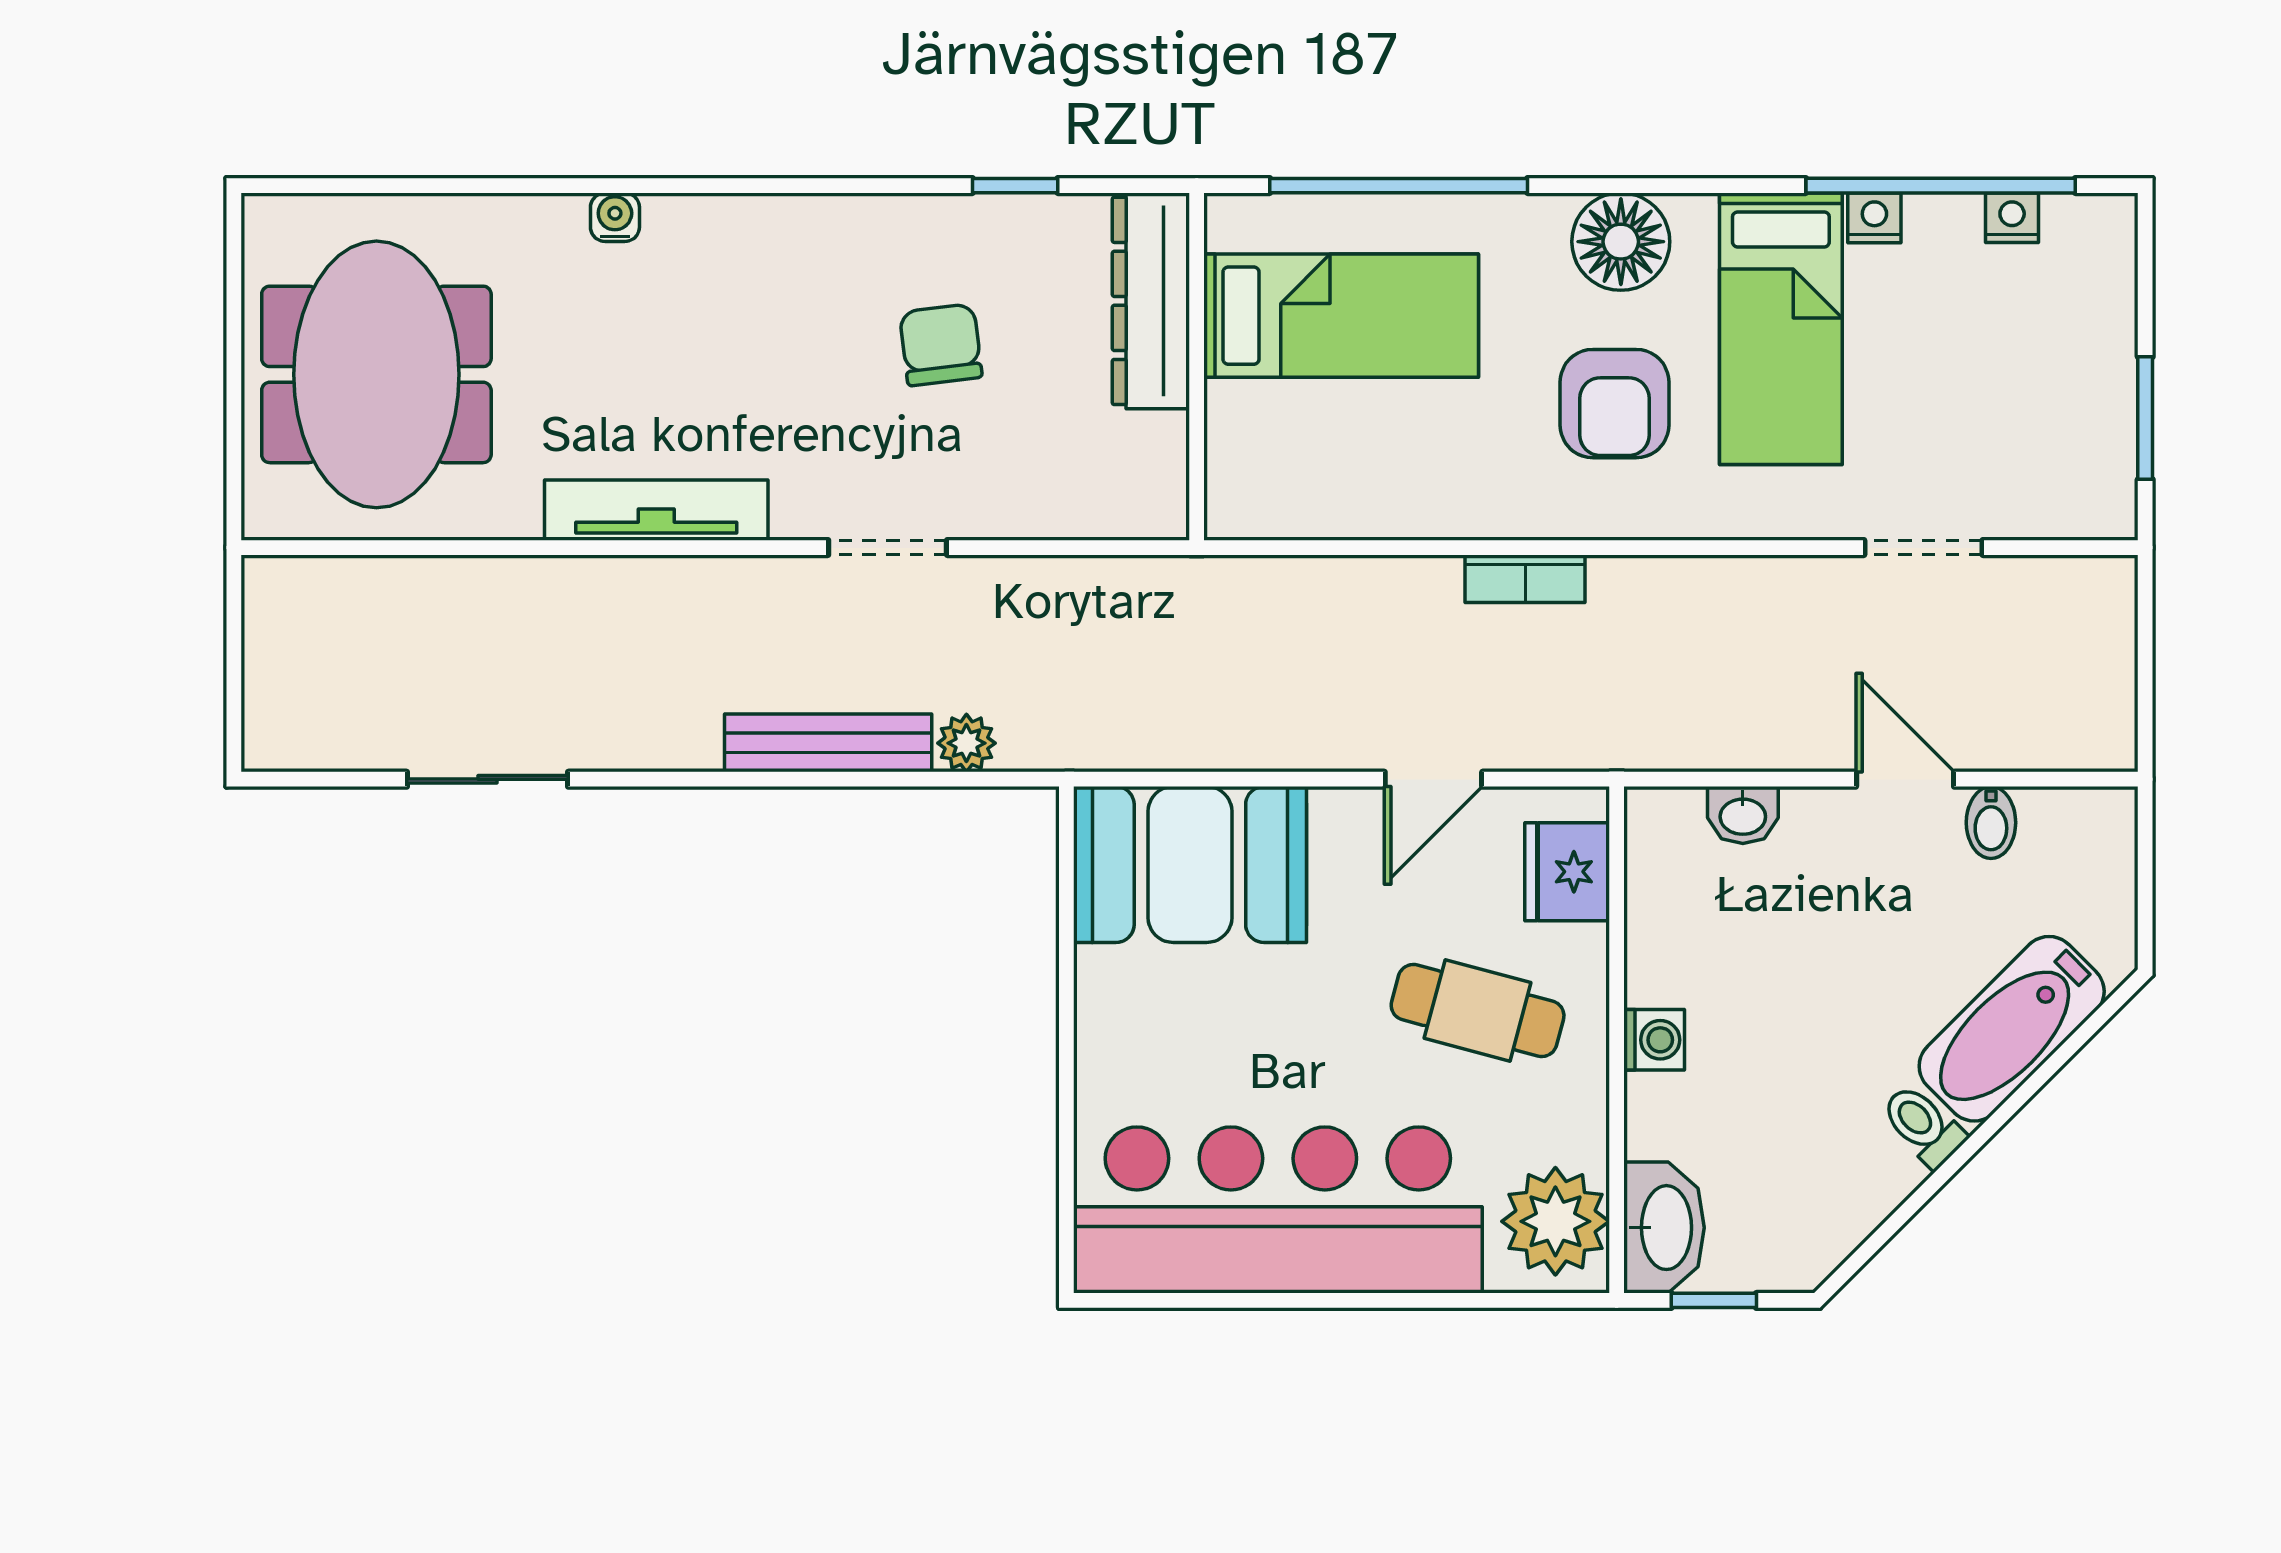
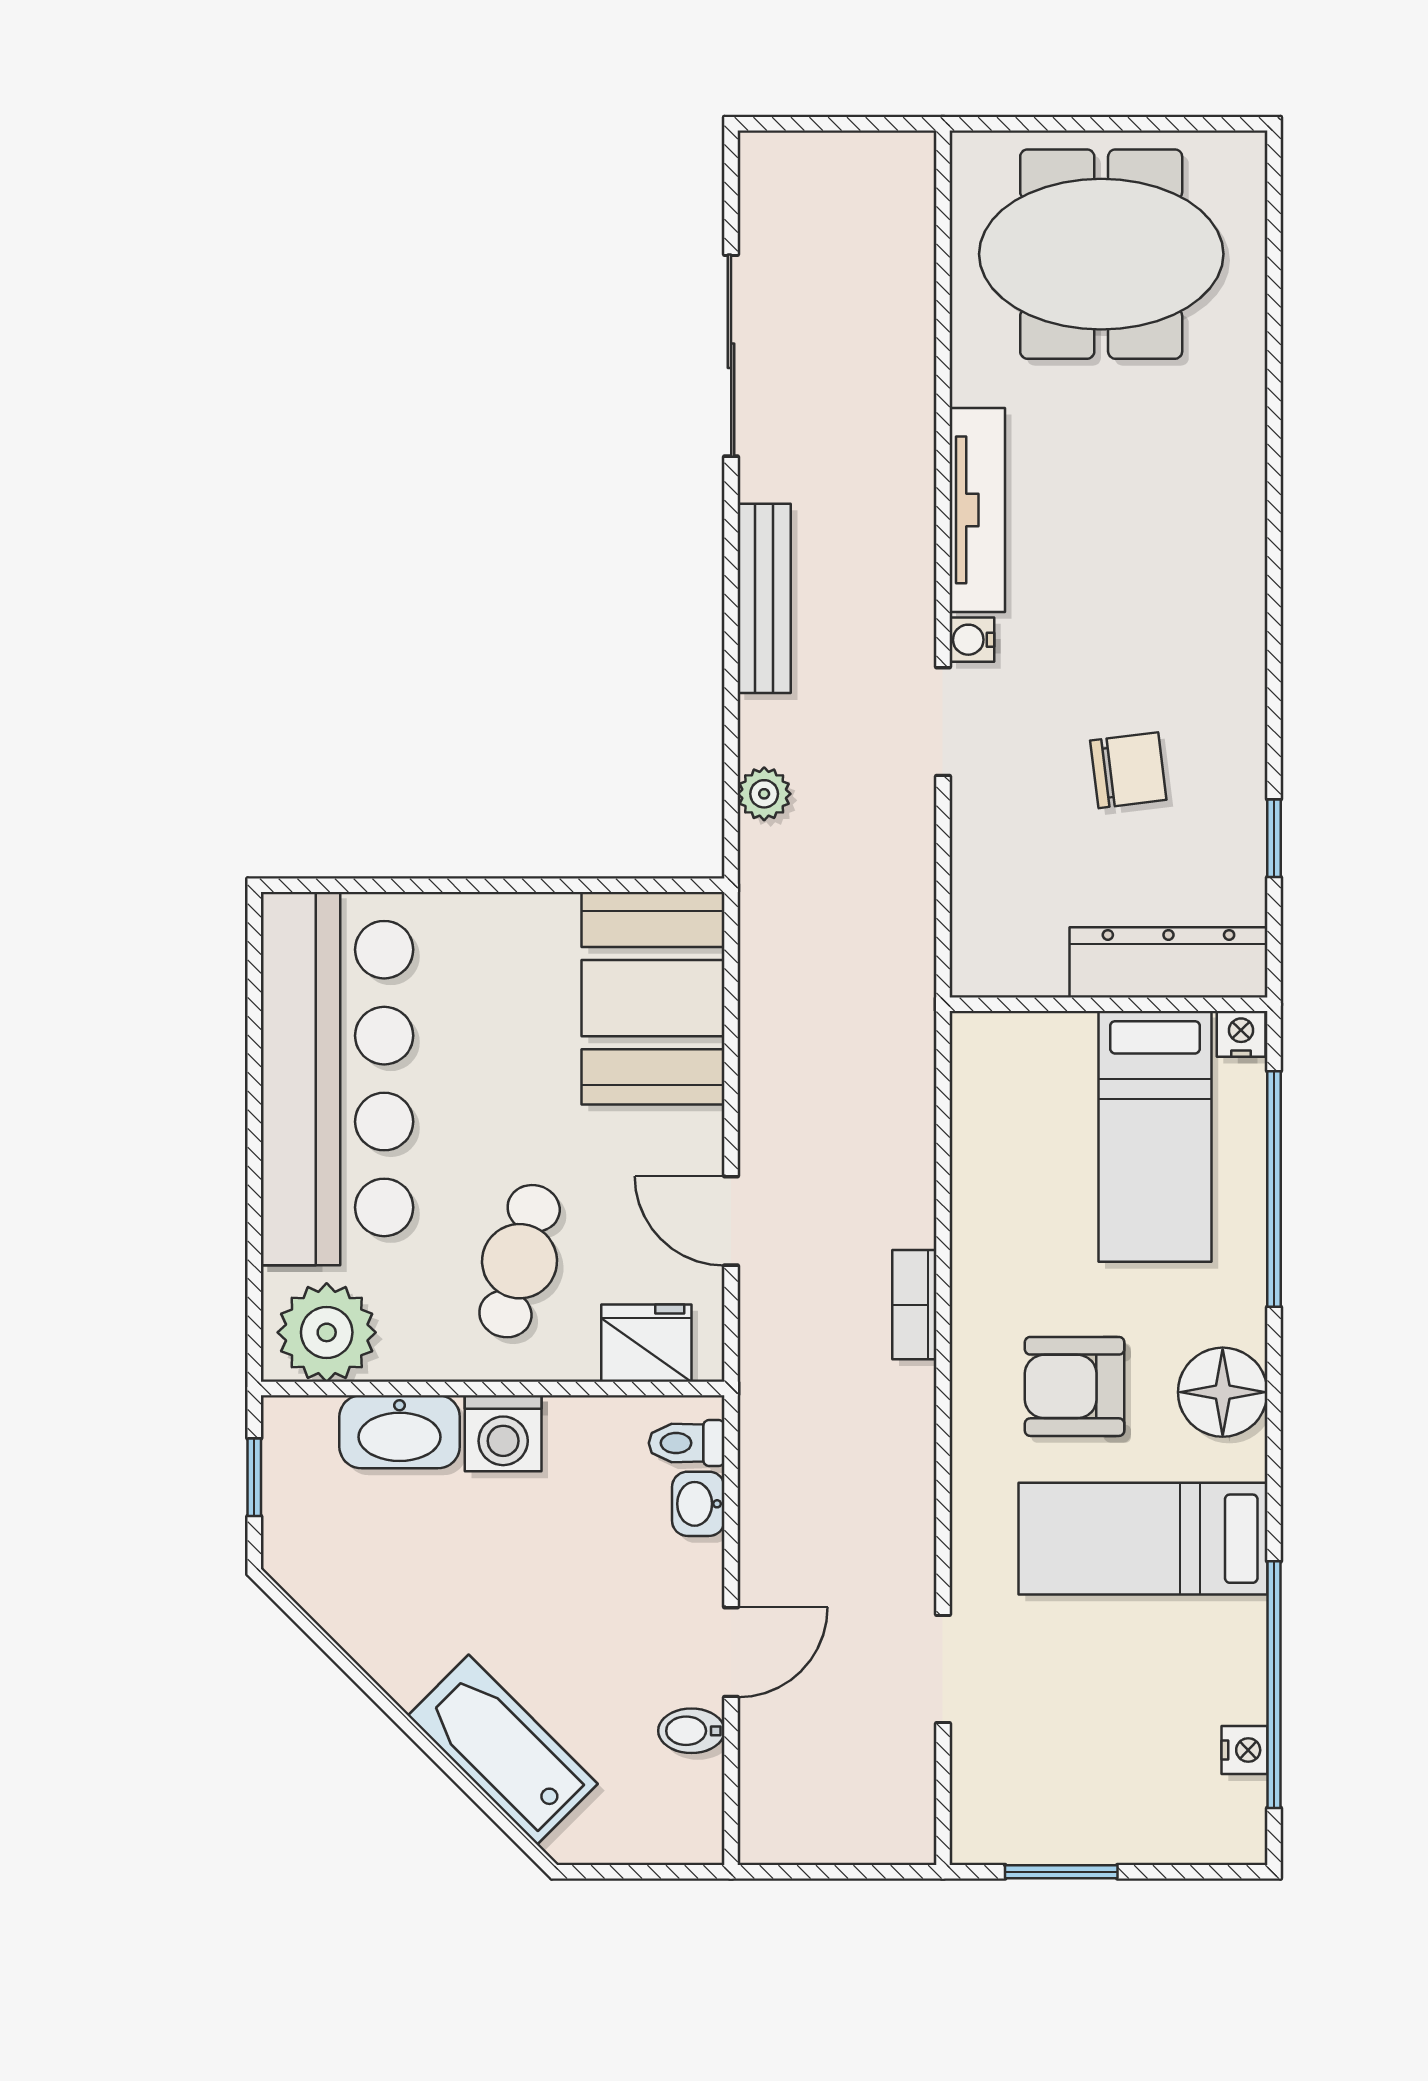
water cooler: (615, 217) -> (972, 640), moved, turned 180
nightstand: (1874, 218) -> (1241, 1034), moved, turned -90
bench: (828, 743) -> (764, 598), moved
sliding door: (487, 779) -> (731, 356), width x1.37
washing machine: (1654, 1040) -> (503, 1433), width x1.38, depth x1.38
toilet: (1923, 1126) -> (687, 1443), moved, turned -135
washbasin: (1664, 1228) -> (400, 1432), moved

